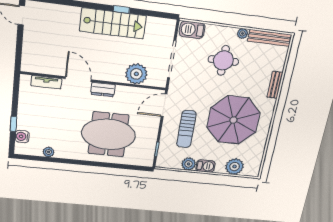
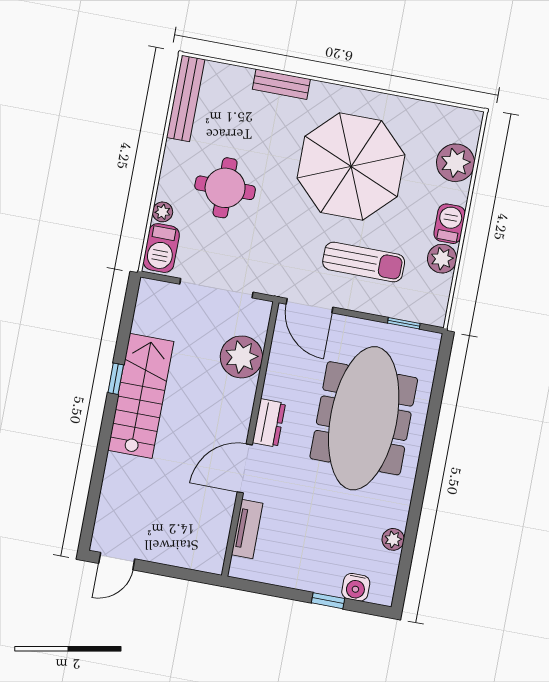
plant: (243, 33) -> (163, 212), moved
meeting table: (108, 134) -> (364, 418), width x1.36

